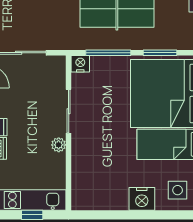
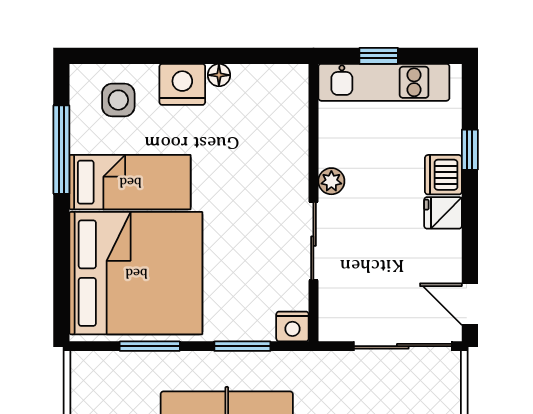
window: (108, 53) -> (242, 346), width x0.69
floor lamp: (121, 204) -> (219, 75), added

